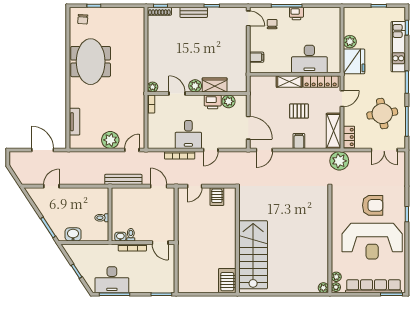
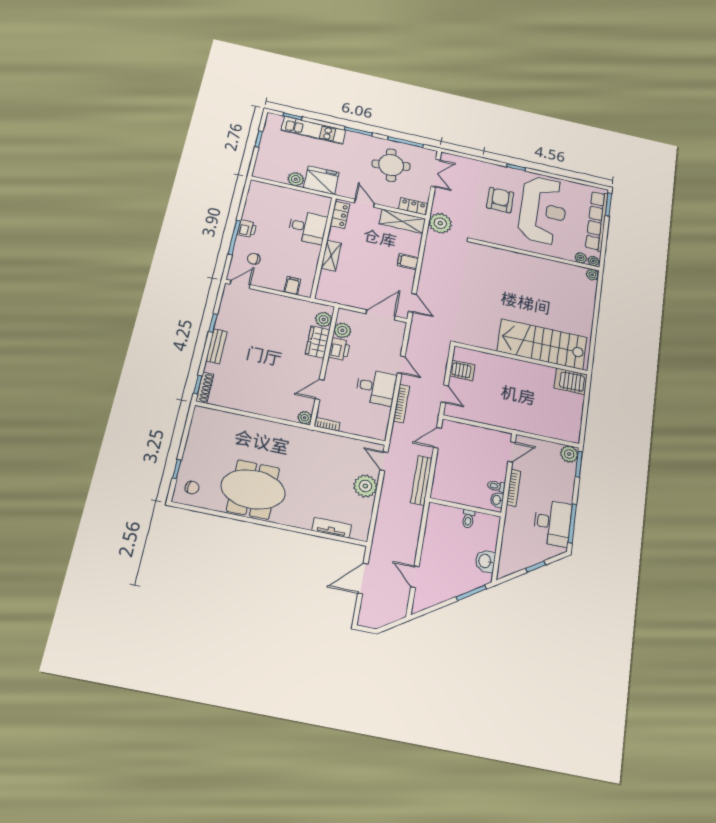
desk: (309, 59) -> (308, 227), width x0.73
locker: (321, 82) -> (340, 215), width x0.66
plant: (195, 86) -> (324, 319), moved
pallet: (299, 111) -> (371, 253), removed
plant: (168, 286) -> (569, 454), added

